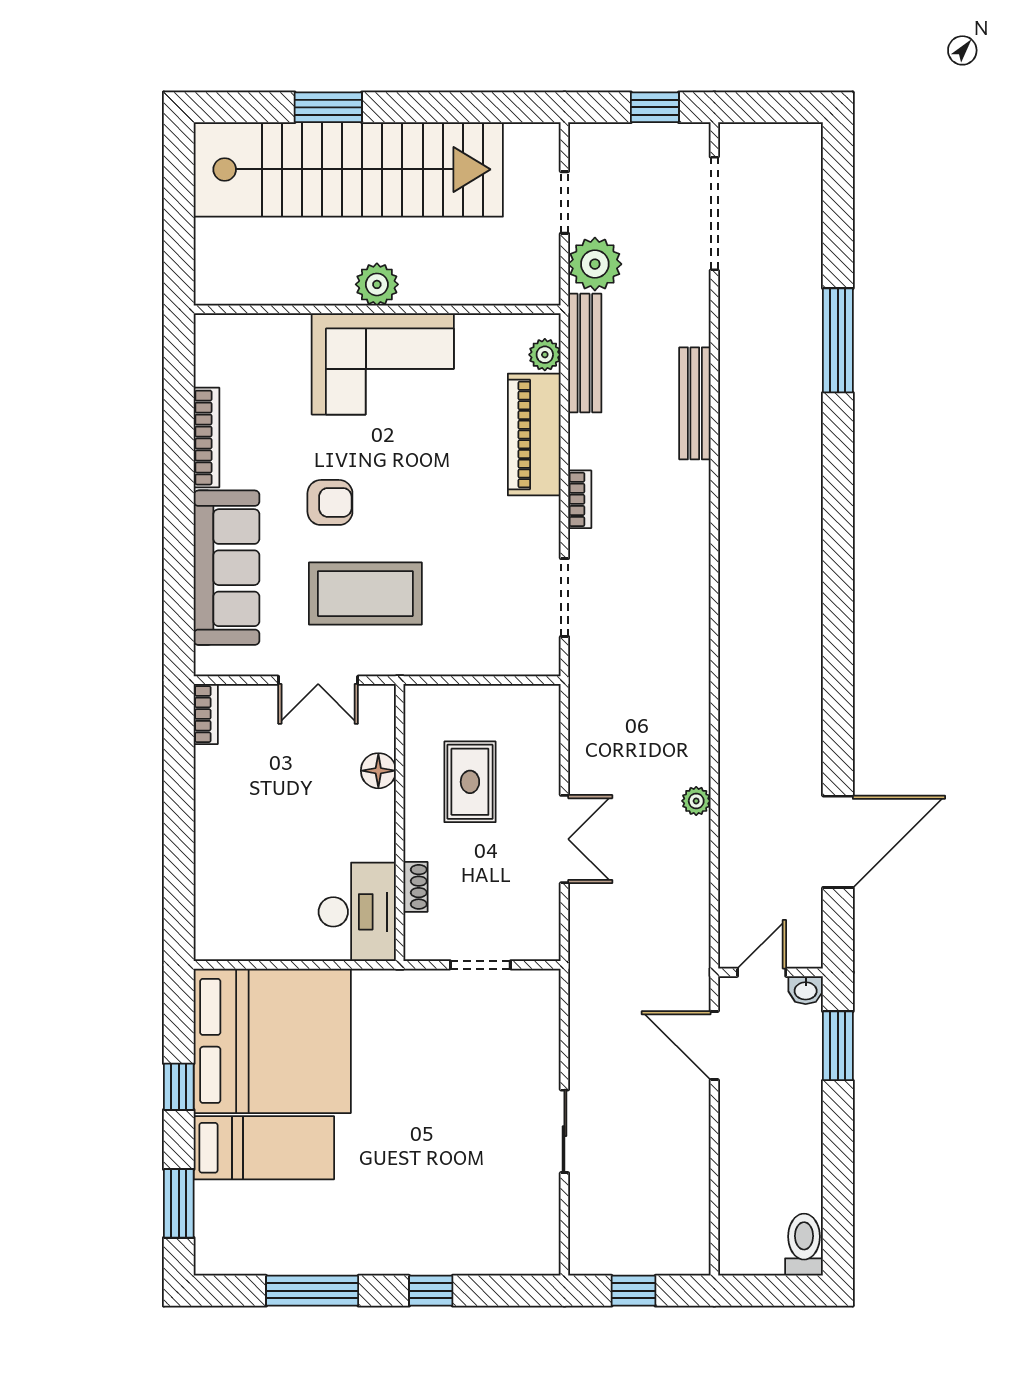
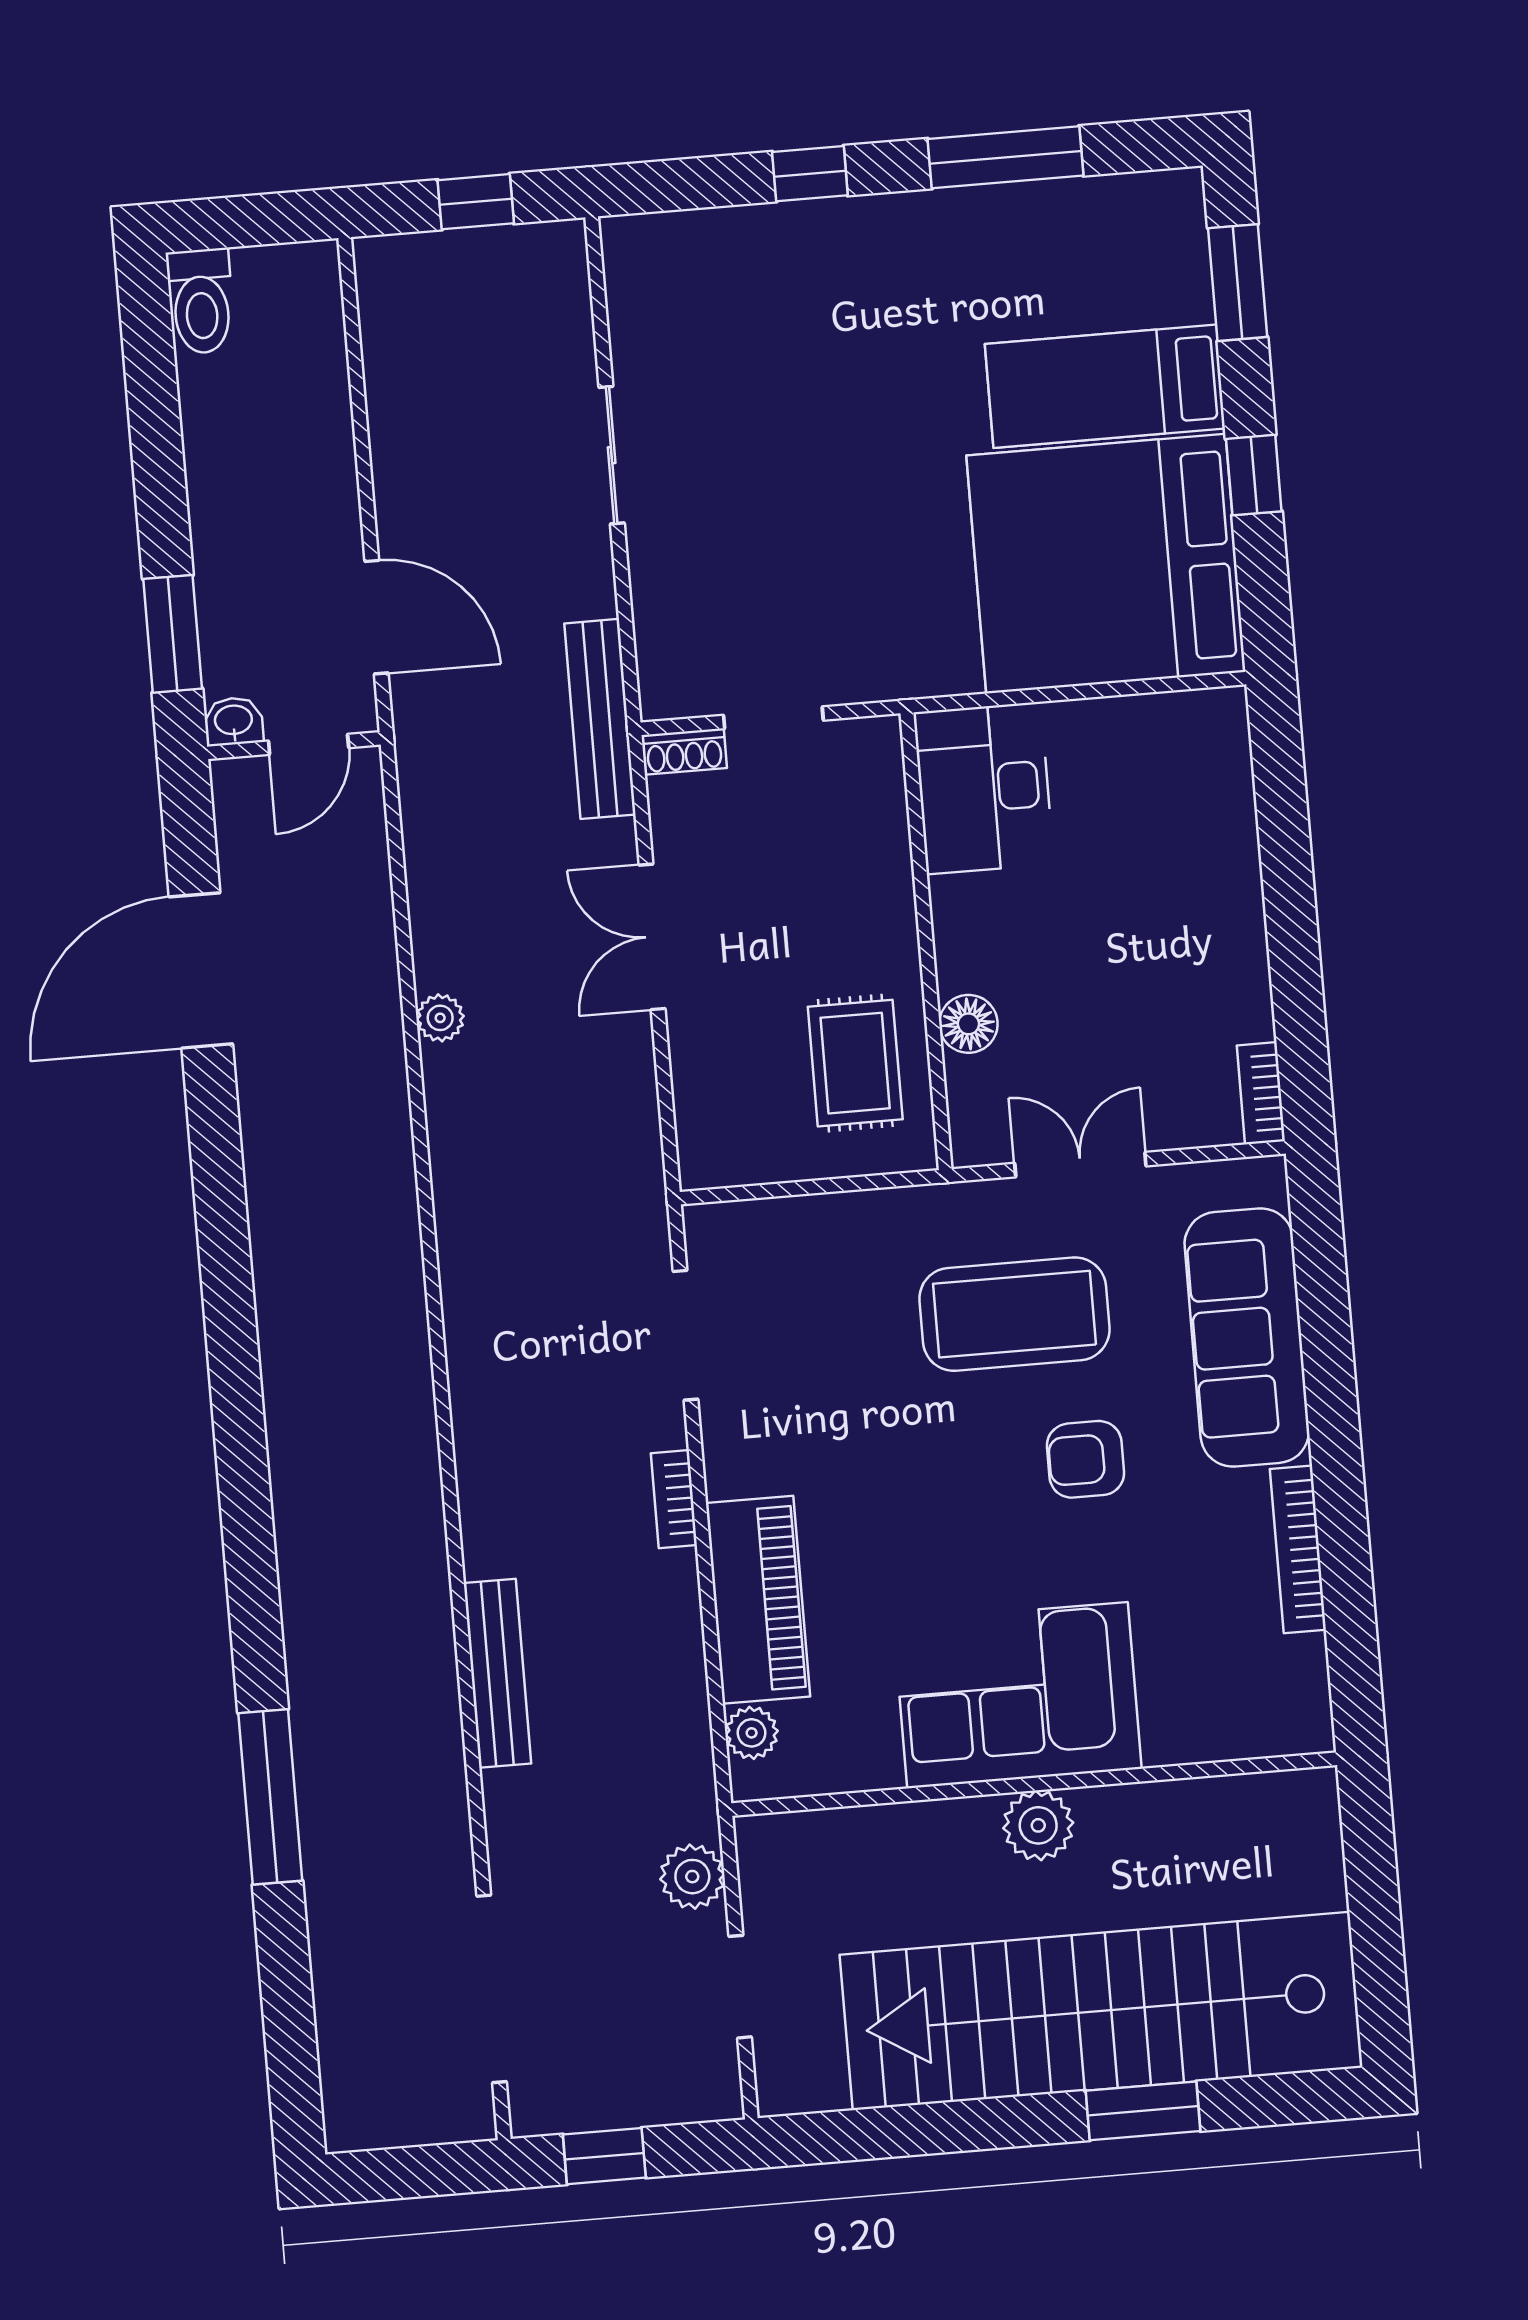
plant: (595, 264) -> (692, 1877), width x0.73, depth x0.73
bench: (585, 353) -> (600, 719), moved
rug: (470, 782) -> (855, 1063), moved
shoe rack: (416, 887) -> (684, 752), moved, turned -90

